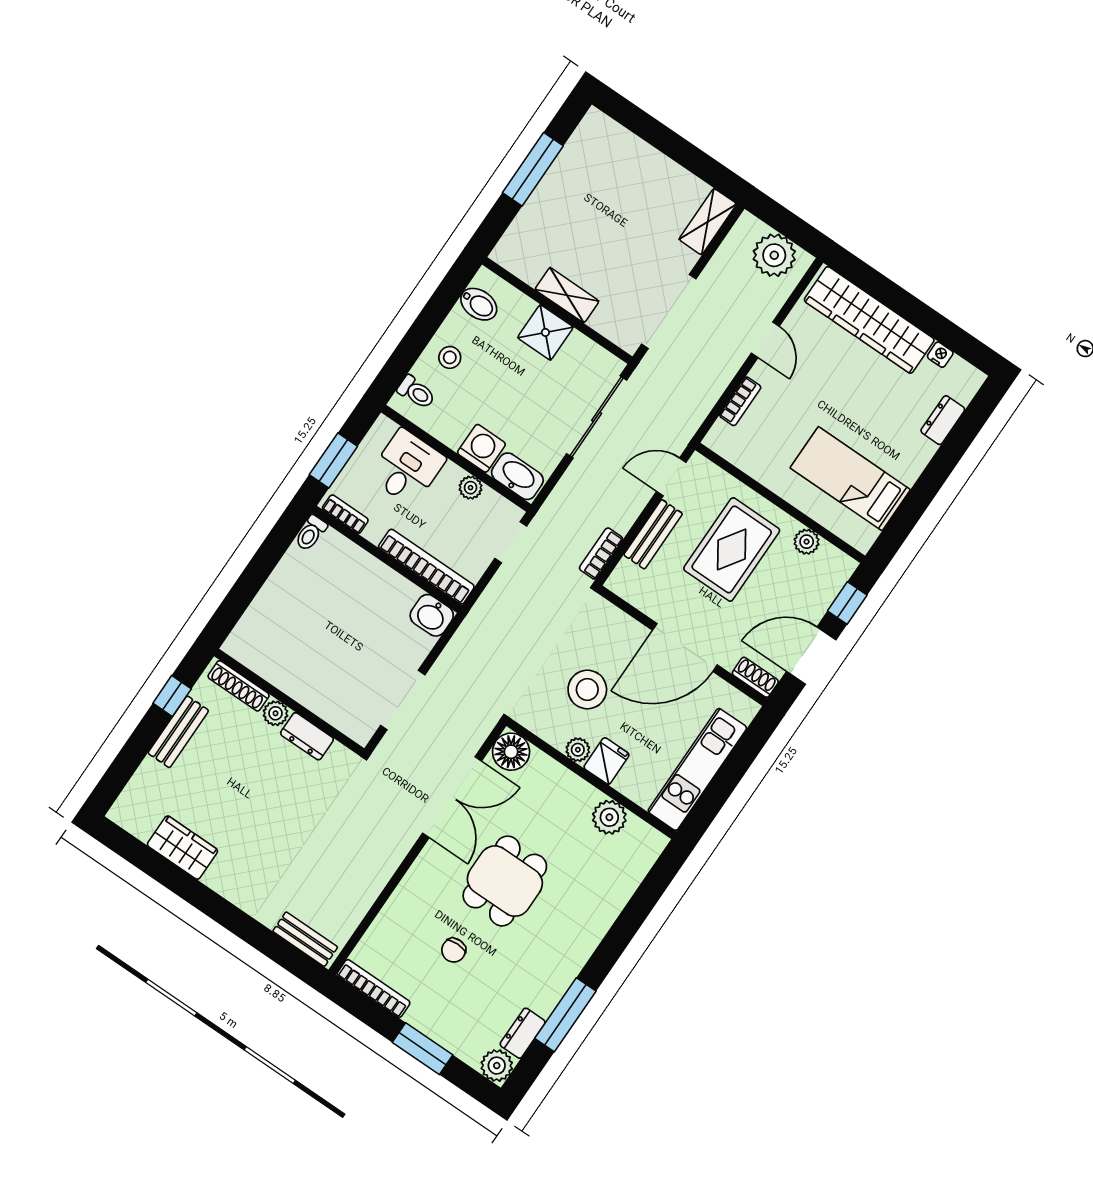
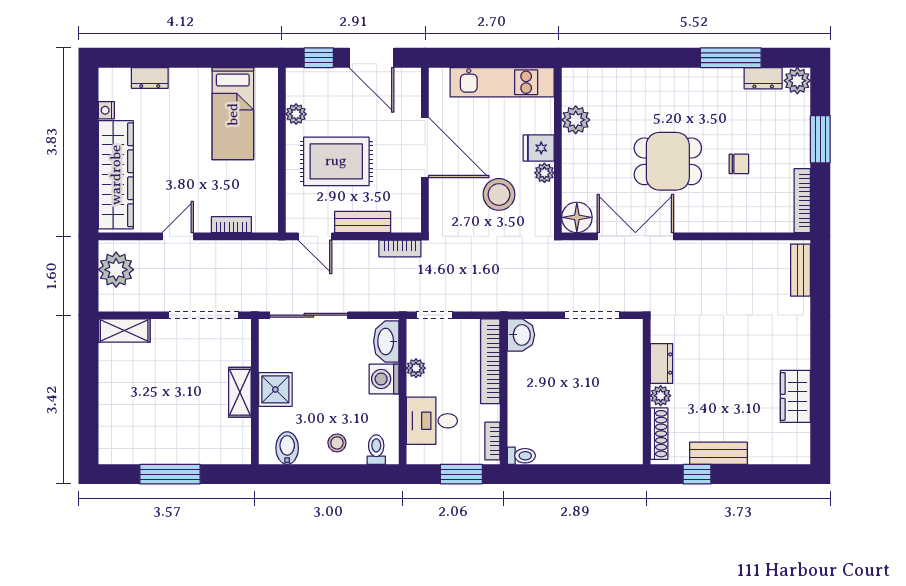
shoe rack: (755, 677) -> (412, 86), removed

